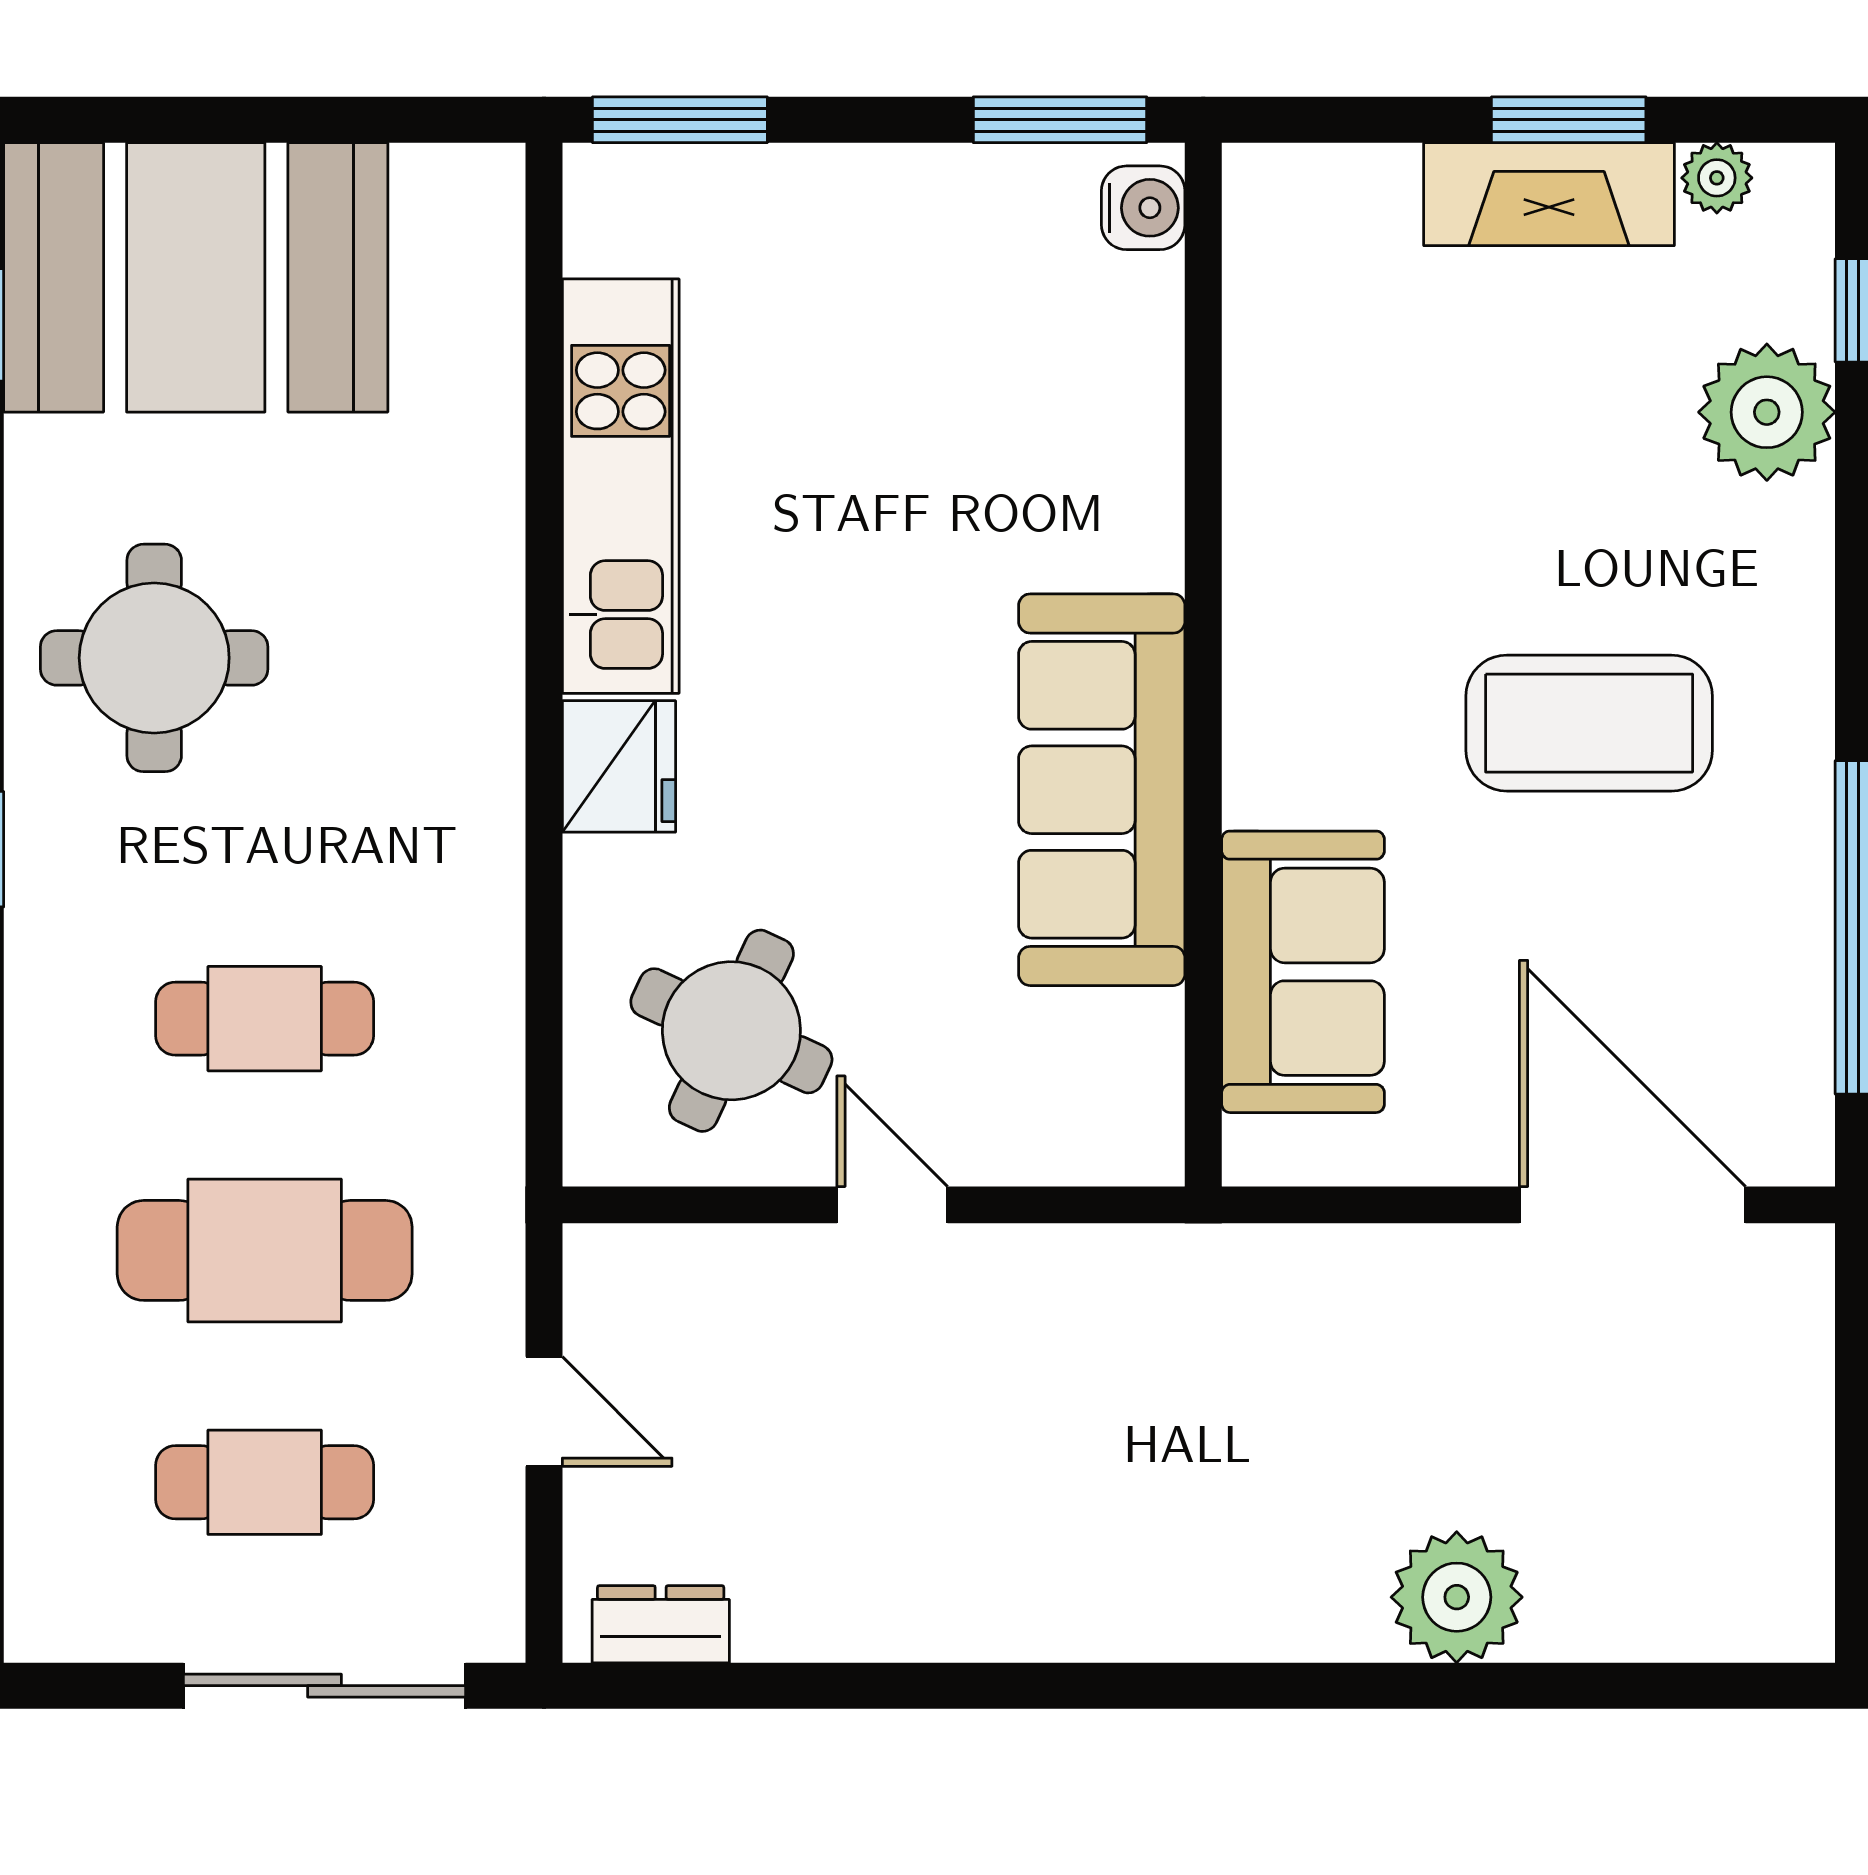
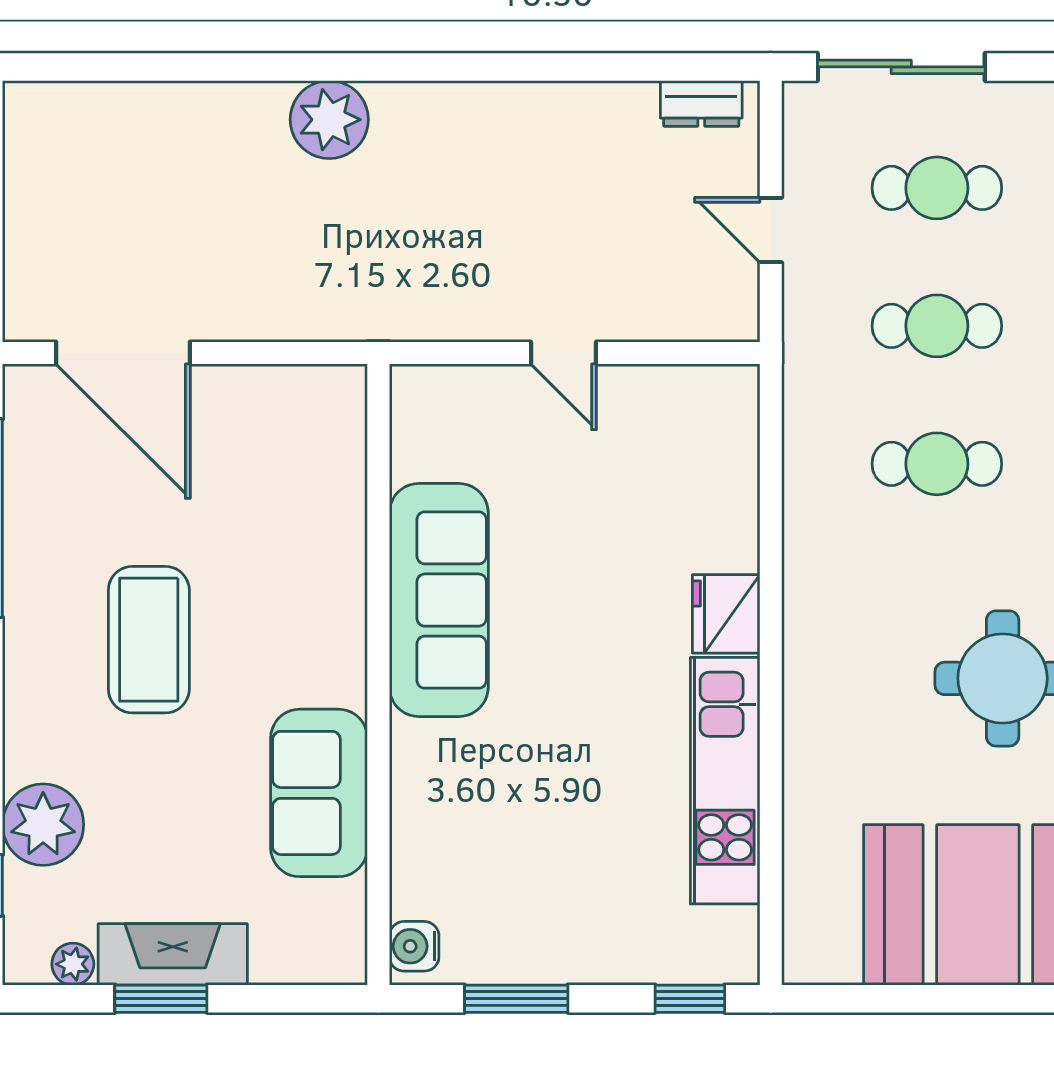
window: (680, 120) -> (690, 999), width x0.67
window: (1060, 120) -> (516, 999), moved
coffee table: (1589, 723) -> (149, 640), turned 90
sofa: (1303, 972) -> (319, 793), moved
round table: (731, 1031) -> (659, 457), removed
cafe table: (265, 1250) -> (937, 326), width x0.73, depth x0.74
plant: (1457, 1597) -> (329, 120), moved

